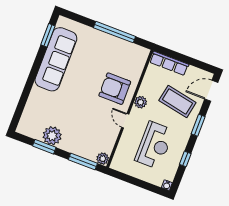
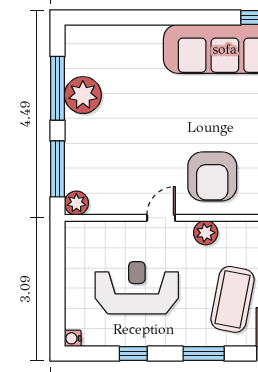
armchair: (115, 89) -> (212, 176), turned 180
reception desk: (154, 145) -> (137, 288), turned 180
window: (44, 147) -> (58, 88), width x1.44

